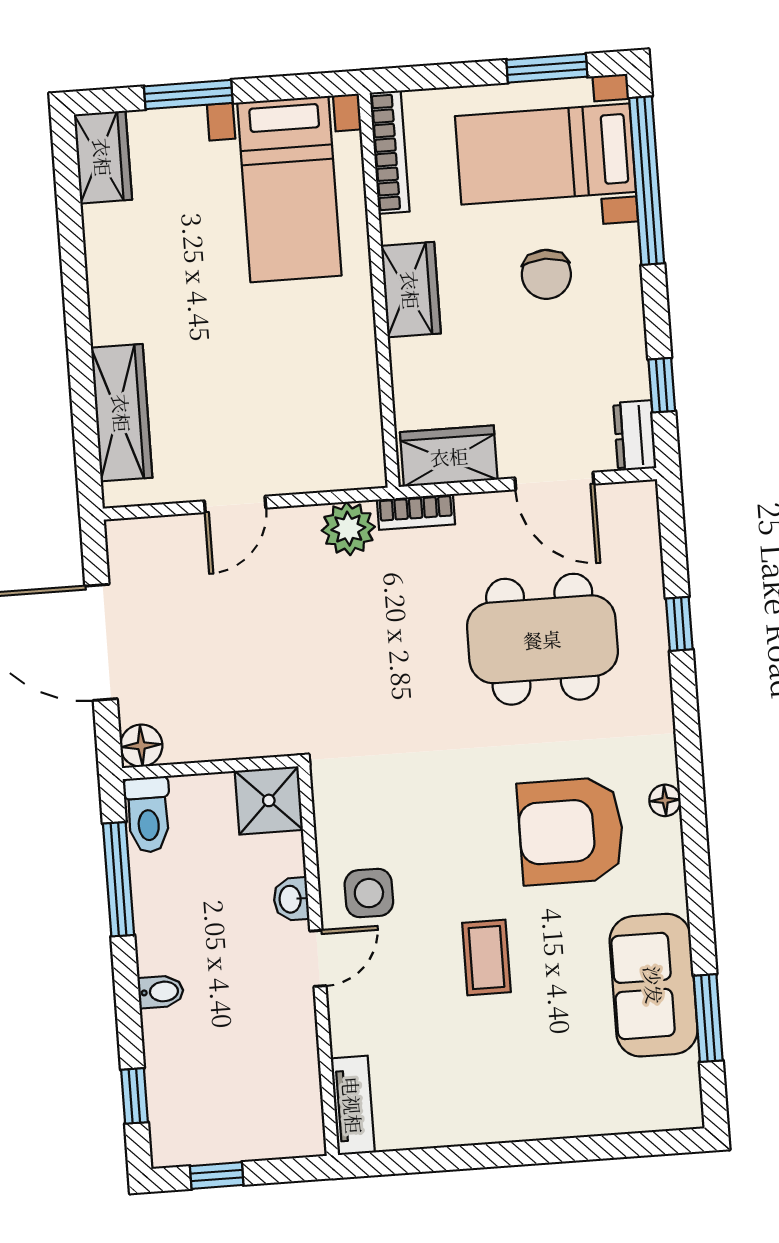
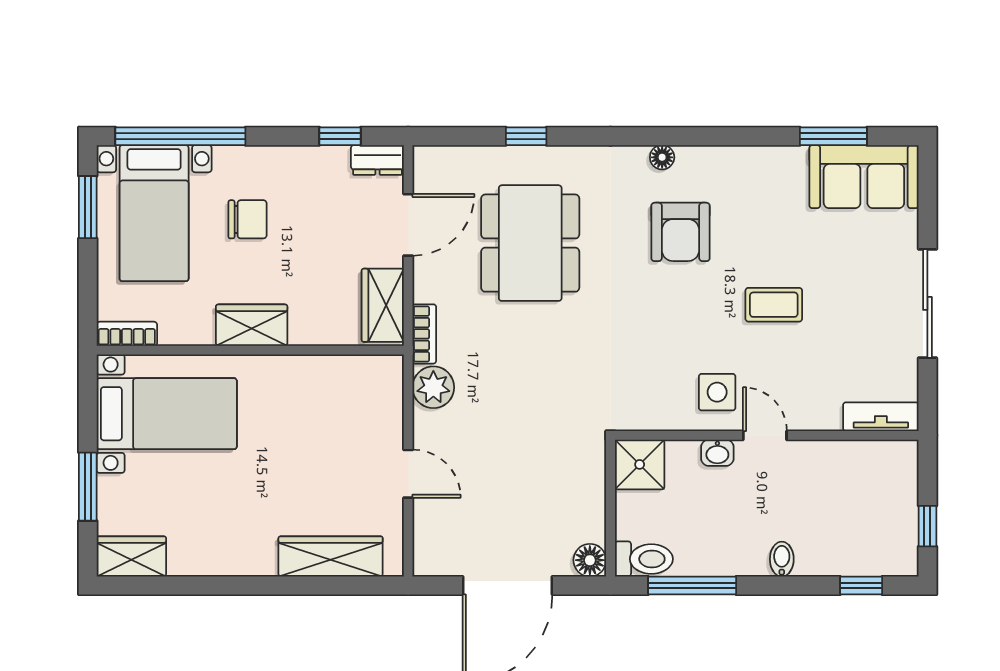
bookcase: (390, 152) -> (127, 334), width x0.64
armchair: (571, 831) -> (681, 232), width x0.73, depth x0.73
sofa: (654, 985) -> (864, 177), moved
sliding door: (502, 1155) -> (927, 303), added

